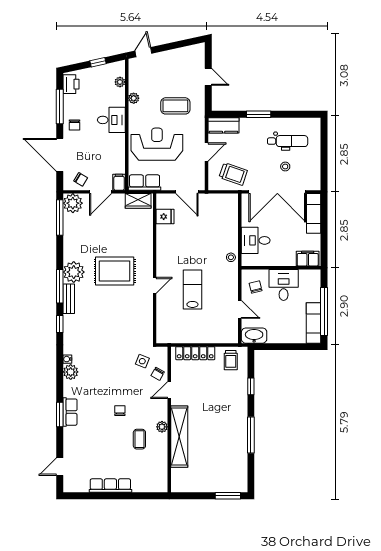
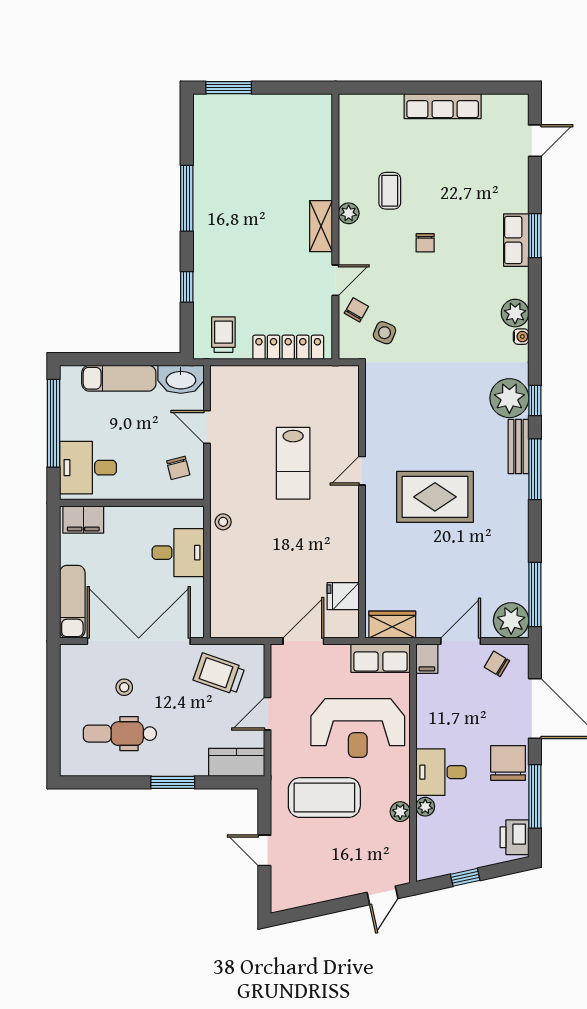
plant: (120, 82) -> (425, 807), moved
coffee table: (175, 106) -> (324, 798), width x1.36, depth x1.32
chair: (74, 125) -> (508, 763), width x1.87, depth x1.87
door: (187, 192) -> (303, 641), hinge flipped
plant: (74, 272) -> (509, 398), moved
desk: (284, 285) -> (88, 468), moved, turned 90
exam couch: (314, 323) -> (119, 378), moved, turned 90
shelving: (179, 437) -> (321, 226), width x0.45, depth x0.75

